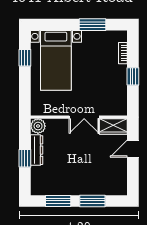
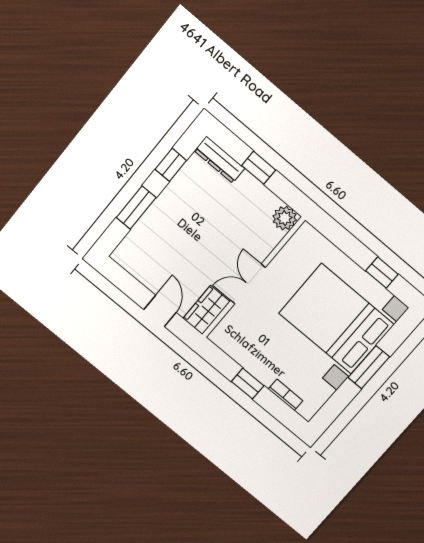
window: (93, 25) -> (369, 367), moved
bed with nightstands: (56, 60) -> (336, 319), width x1.36
dresser: (37, 150) -> (219, 160), moved
window: (58, 201) -> (171, 165), width x0.67

